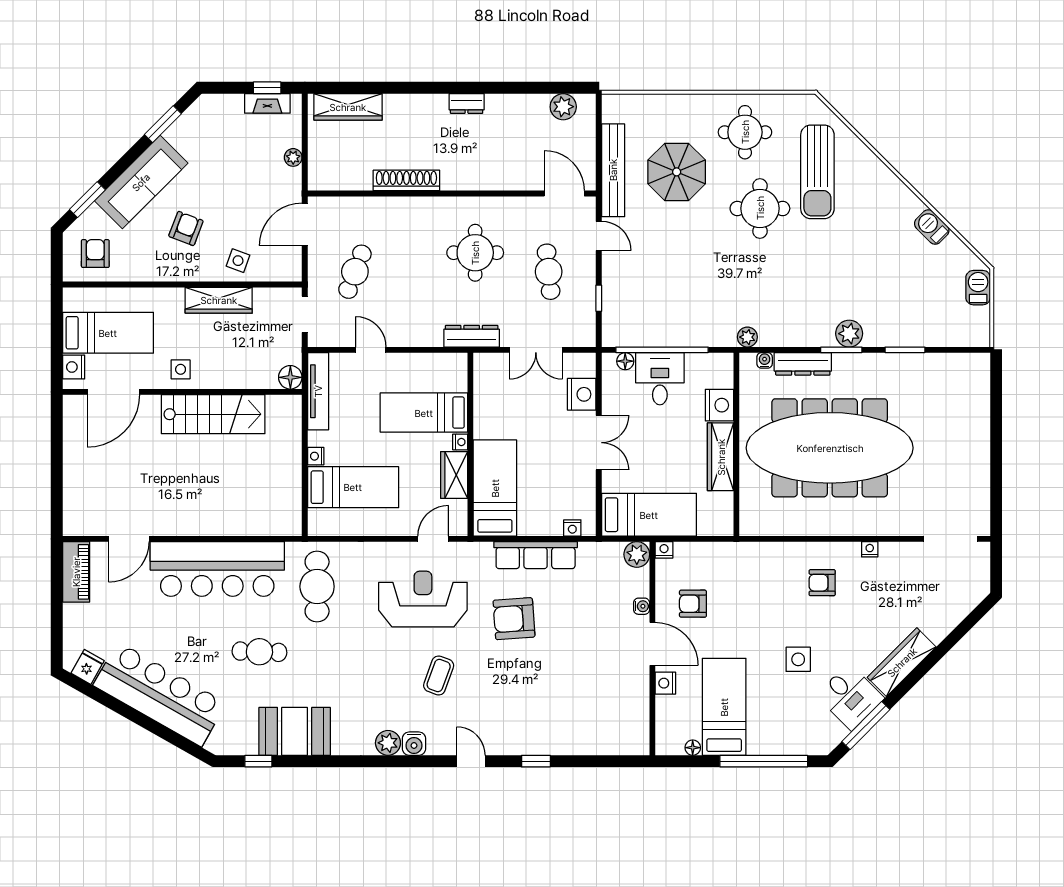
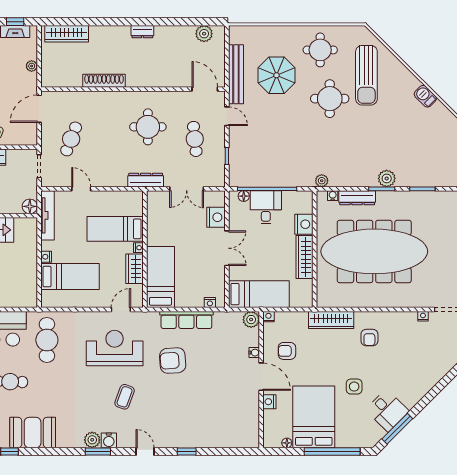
barbecue: (932, 227) -> (425, 96), moved
nightstand: (870, 549) -> (423, 316), moved
armchair: (822, 583) -> (369, 338), turned -90
wardrobe: (902, 662) -> (331, 320), moved, turned -135
bed: (724, 707) -> (314, 417), width x1.50
window: (397, 761) -> (98, 452), added

